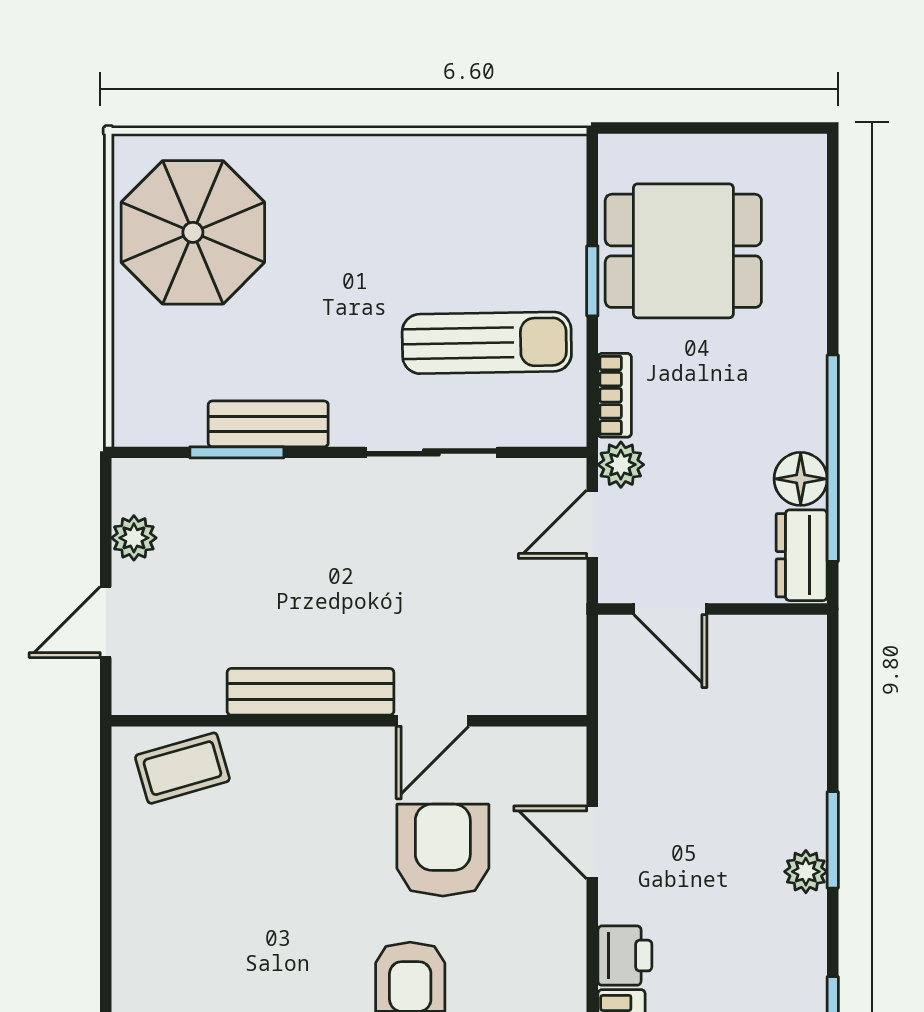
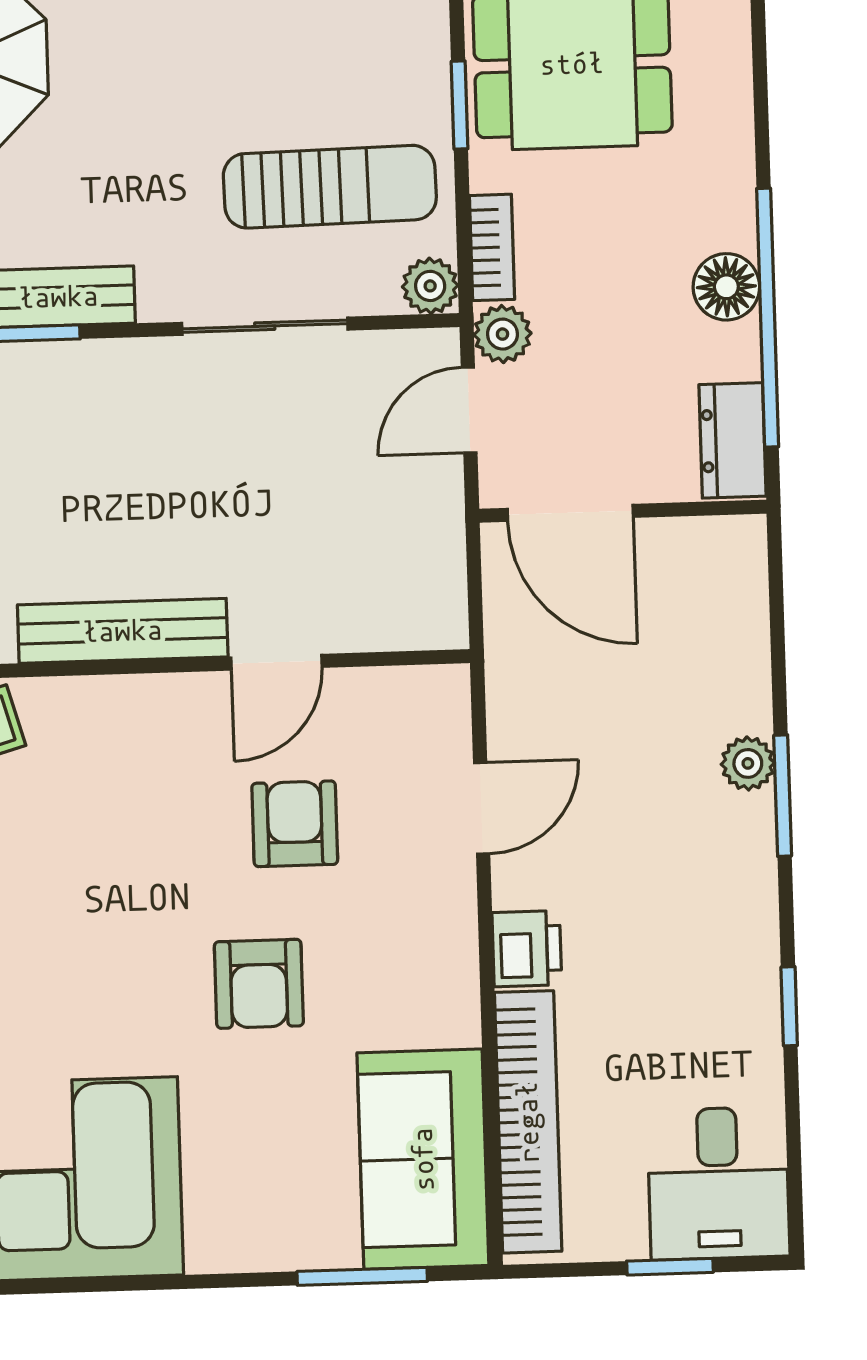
plant: (564, 424) -> (430, 286), added
floor lamp: (801, 479) -> (726, 287), moved
door: (670, 609) -> (570, 513), width x1.38
door: (592, 842) -> (482, 808), swing flipped
armchair: (443, 850) -> (295, 824), width x0.72, depth x0.72
plant: (806, 872) -> (748, 763), moved

